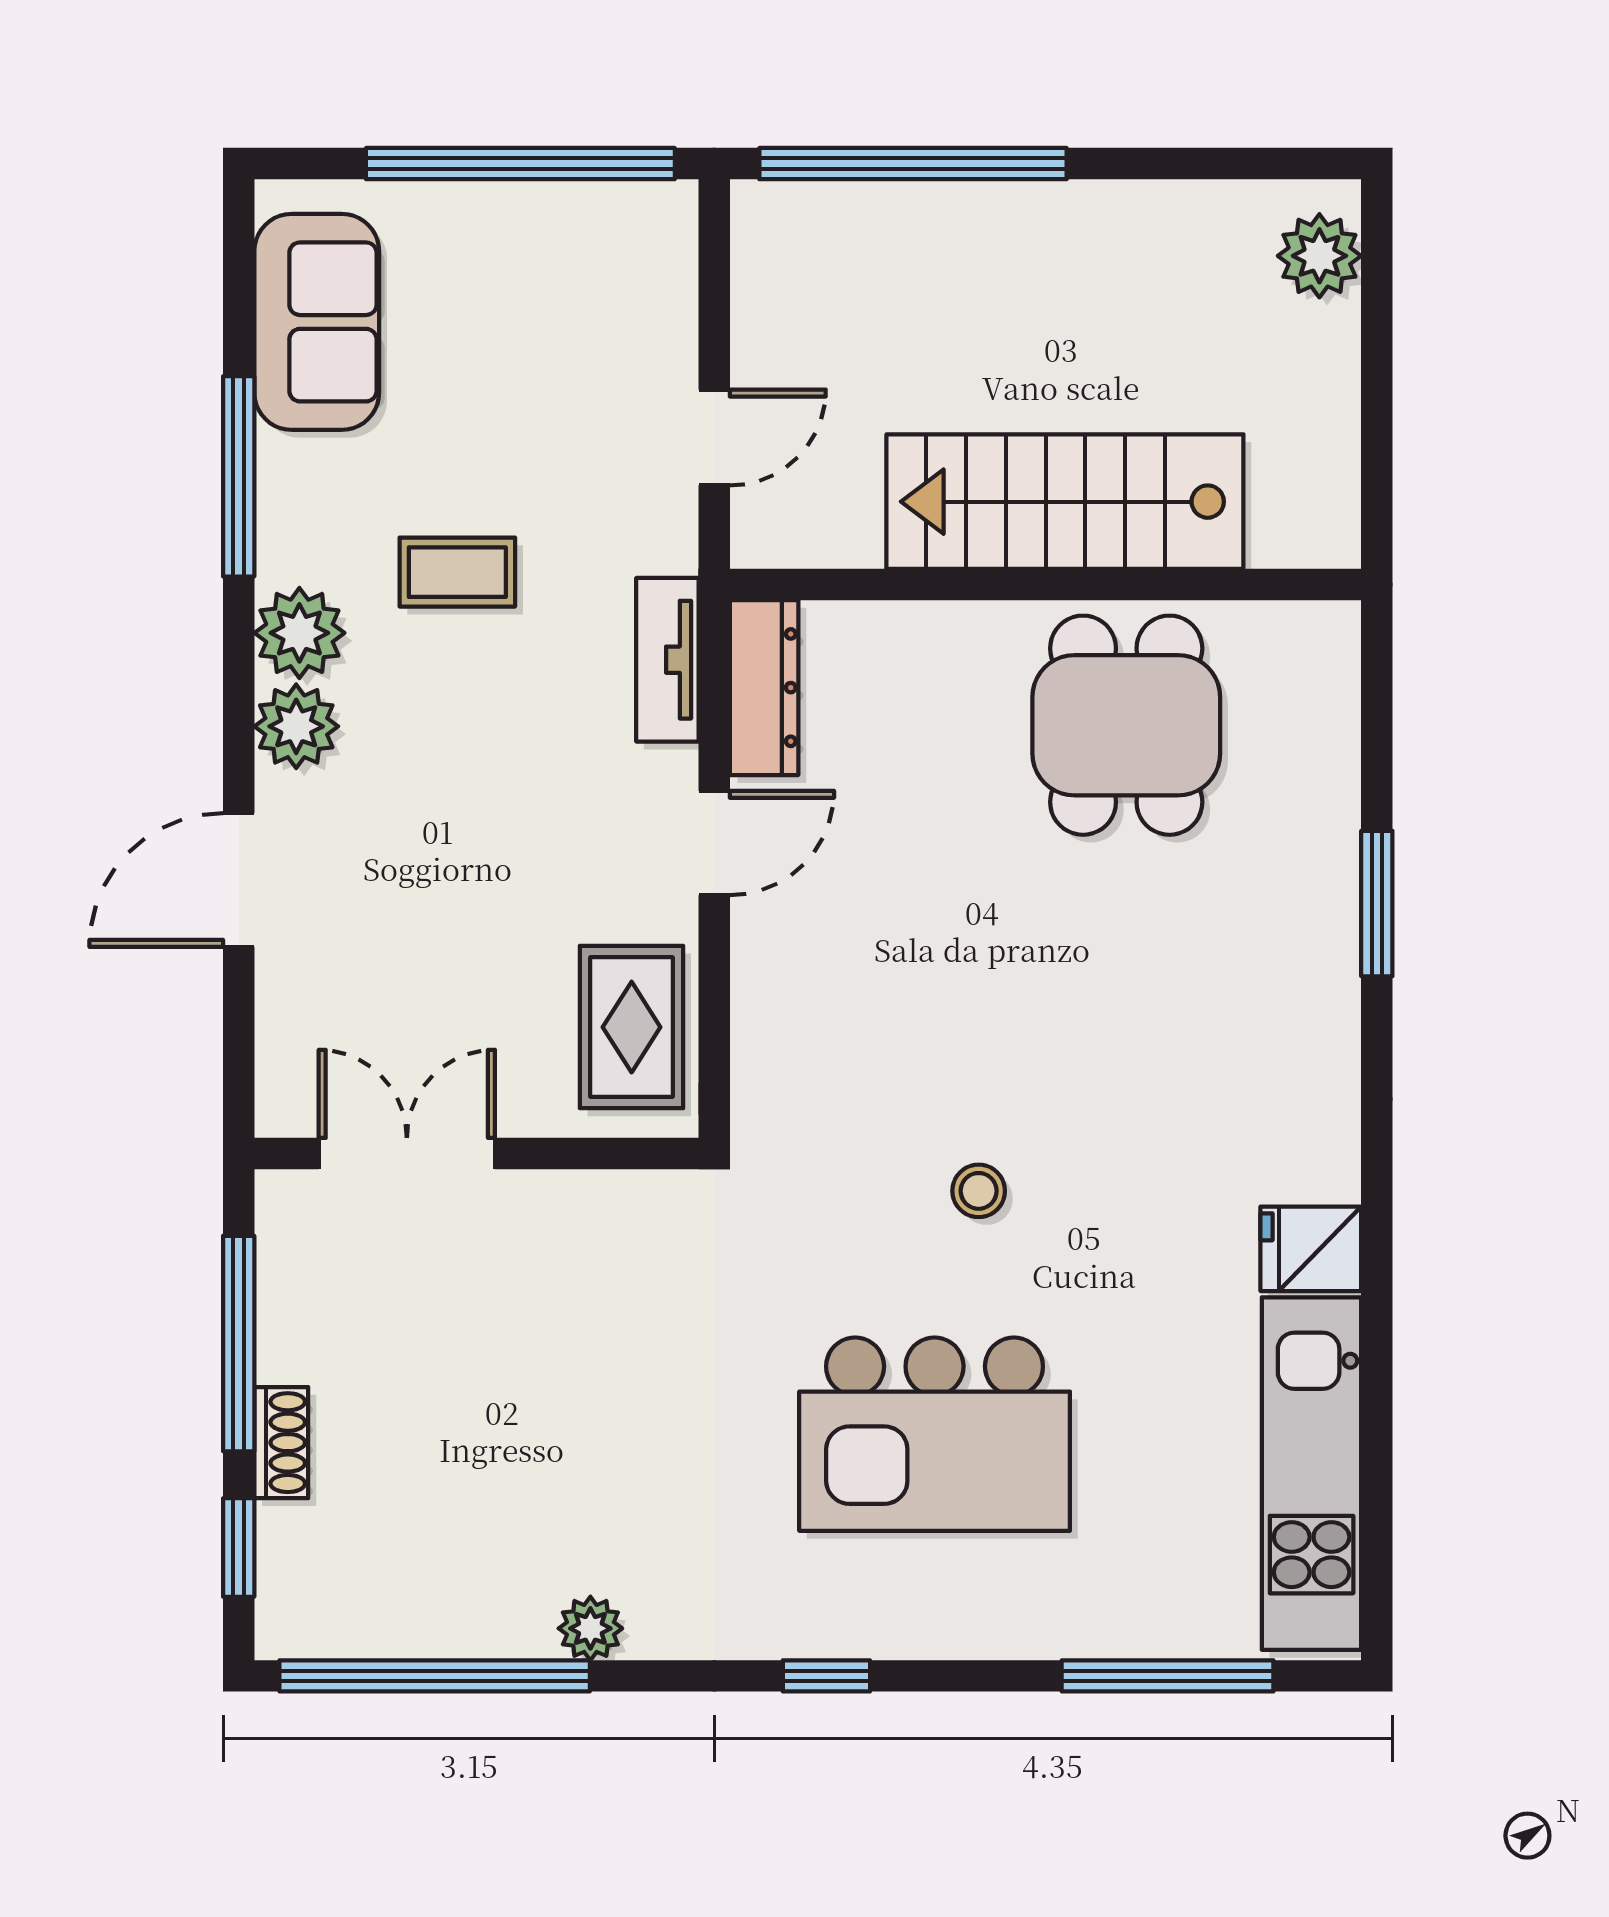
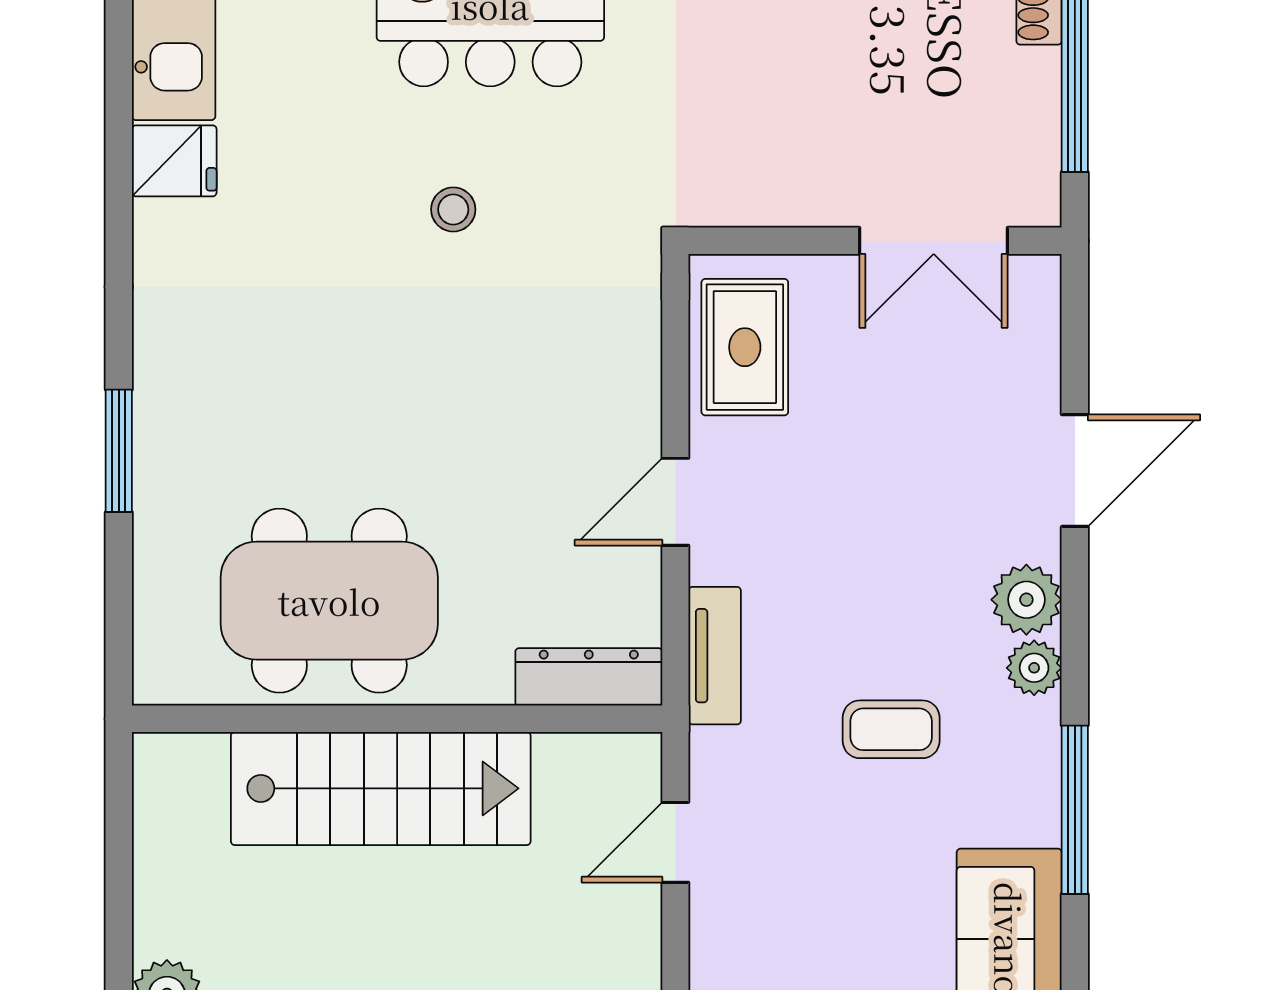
plant: (299, 633) -> (1034, 668), width x0.73, depth x0.73
dresser: (764, 688) -> (589, 677), moved, turned 90
dining table: (1126, 725) -> (329, 601), width x1.38

